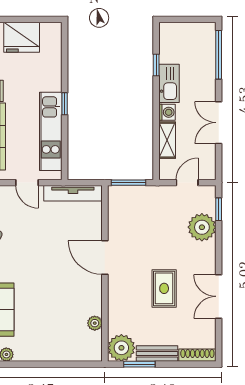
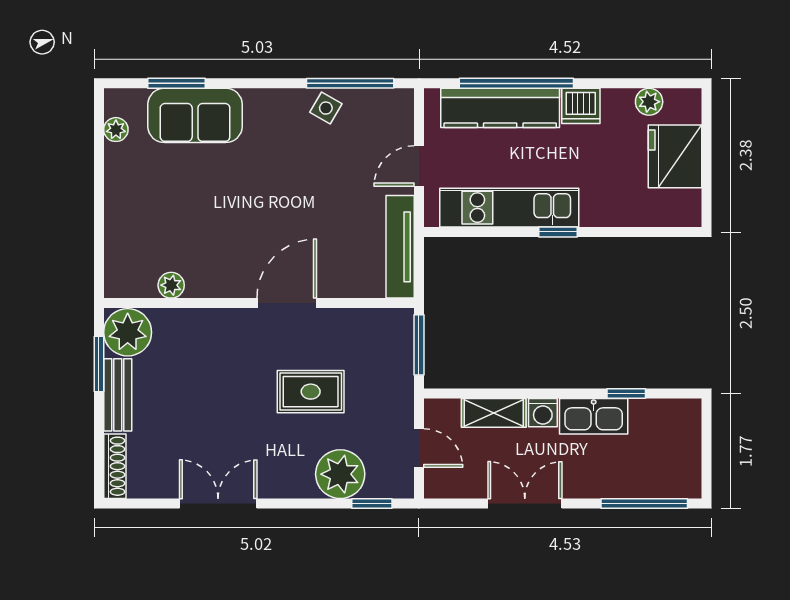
rug: (164, 288) -> (311, 392), moved

